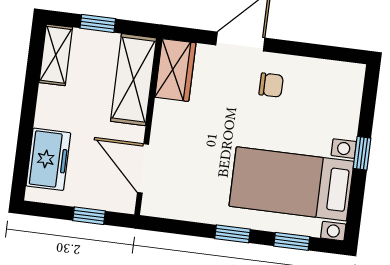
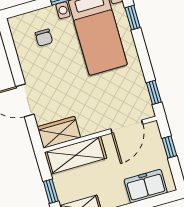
chair: (271, 85) -> (44, 38), moved, turned 180
window: (233, 234) -> (154, 92), moved

